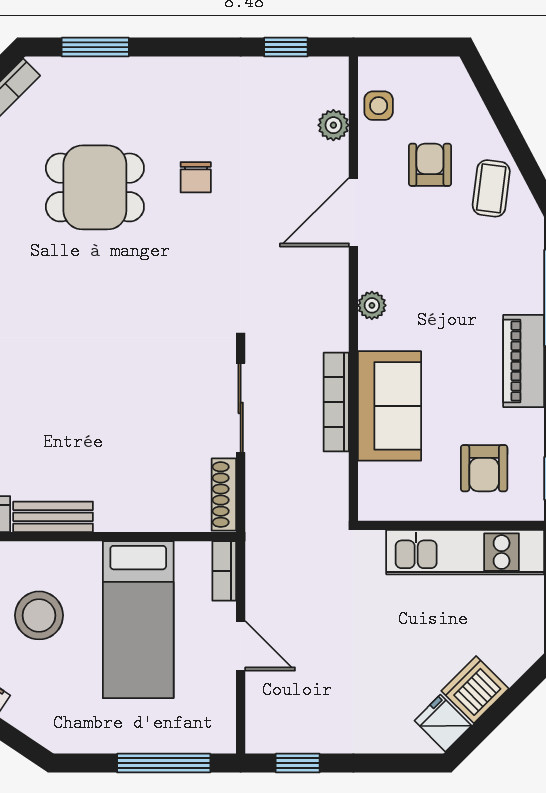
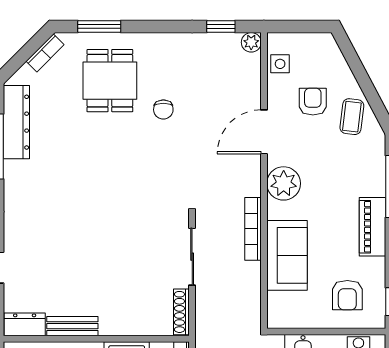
plant: (333, 125) -> (251, 42), moved
dining table: (95, 187) -> (110, 81), moved, turned 90
plant: (372, 305) -> (284, 183), width x1.88, depth x1.88
bookcase: (336, 402) -> (253, 229), moved

